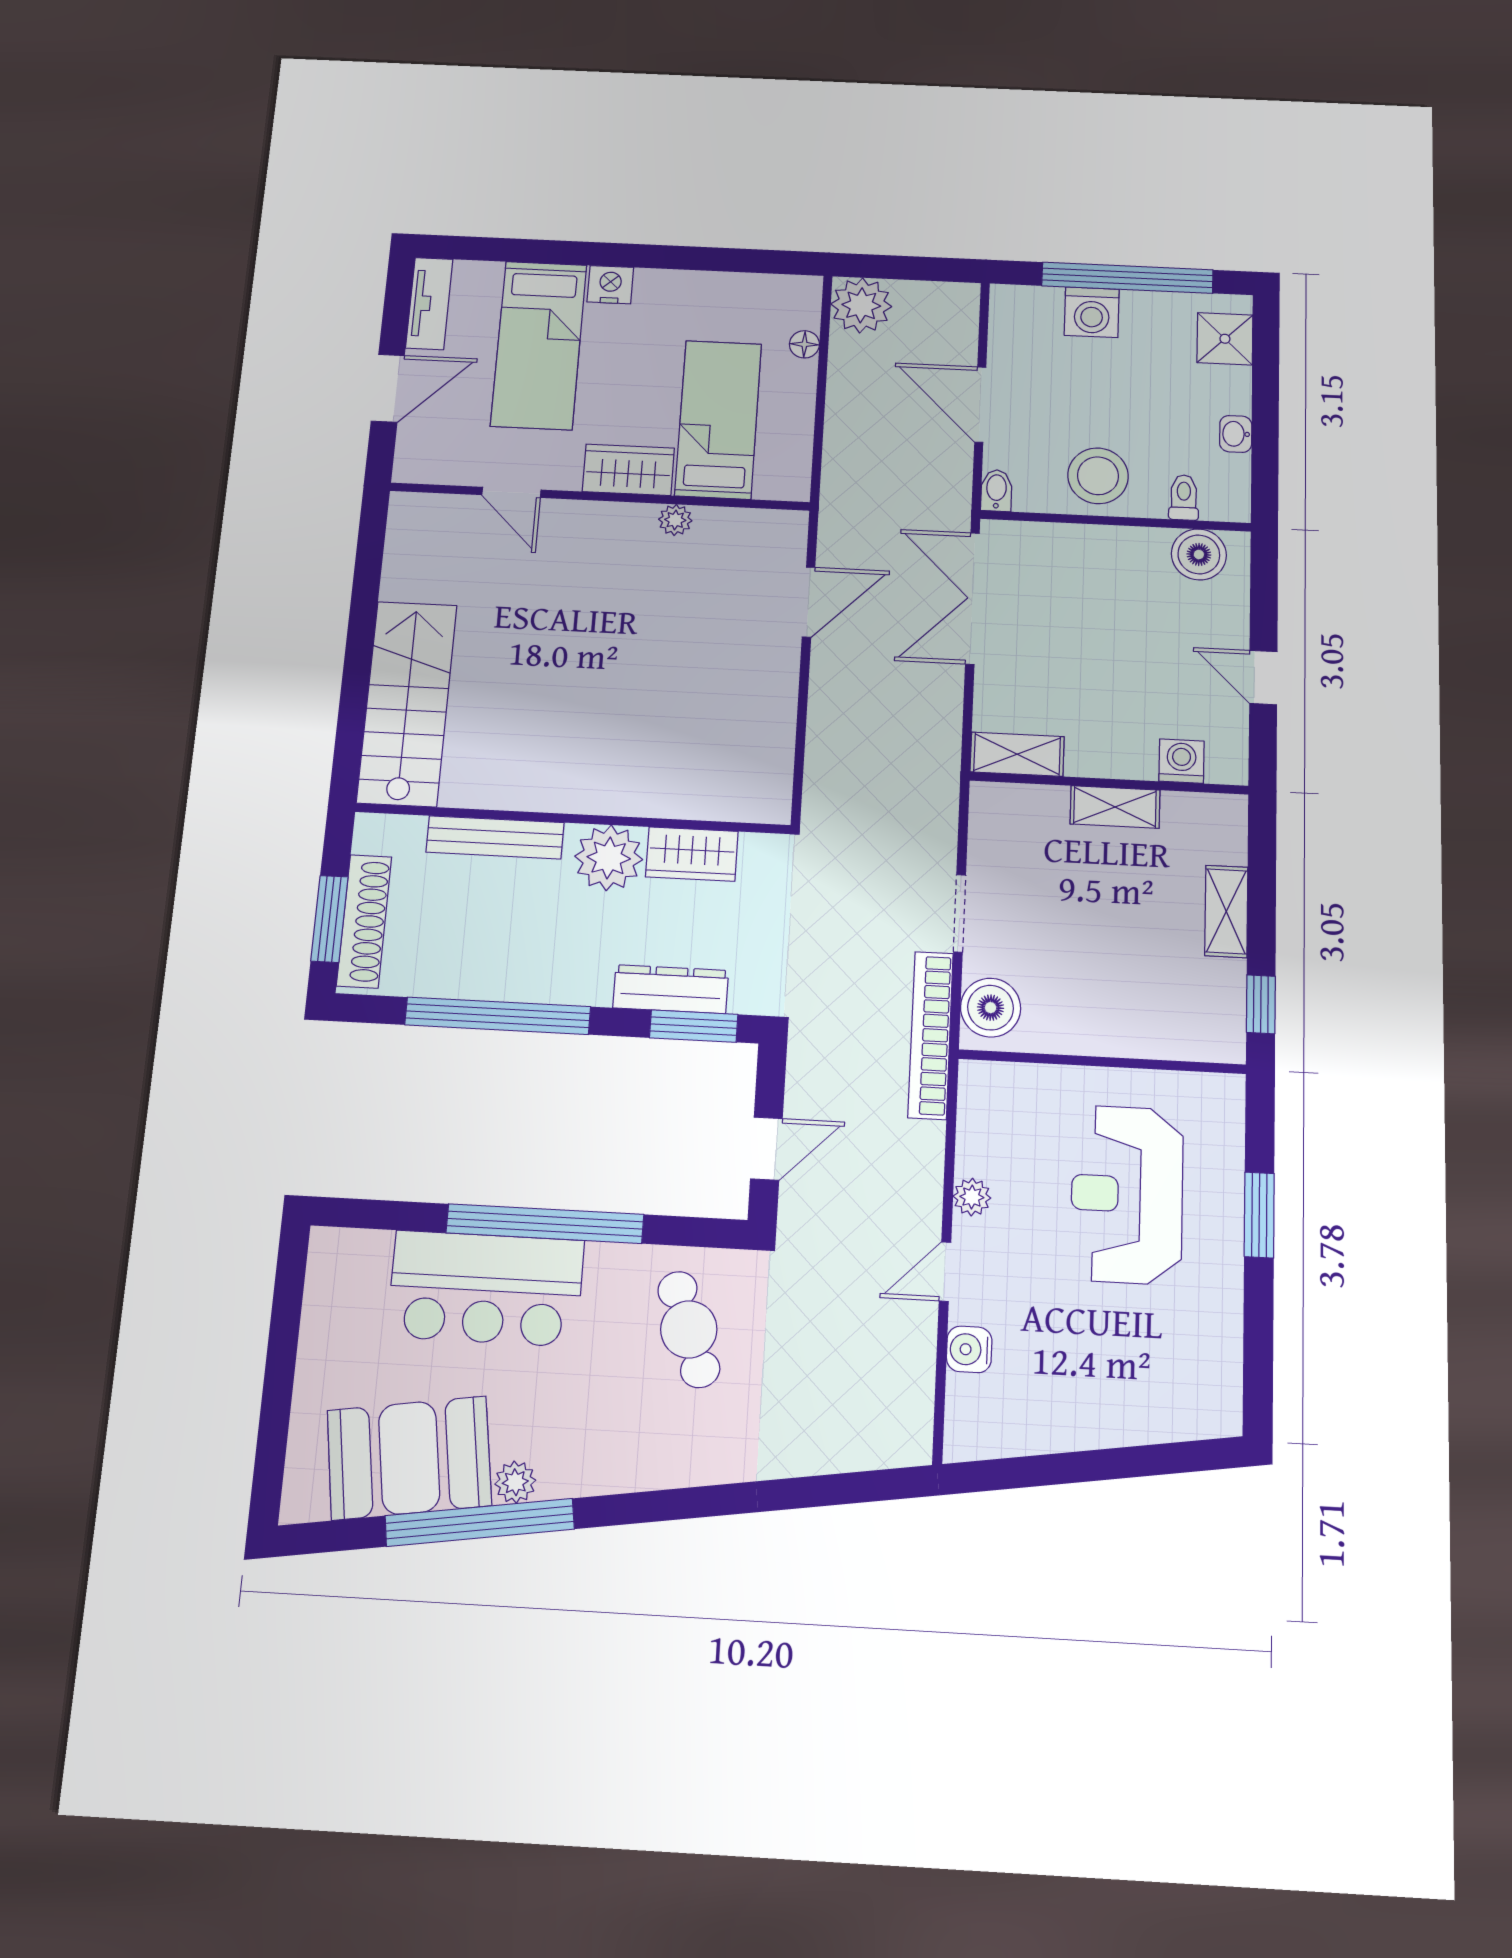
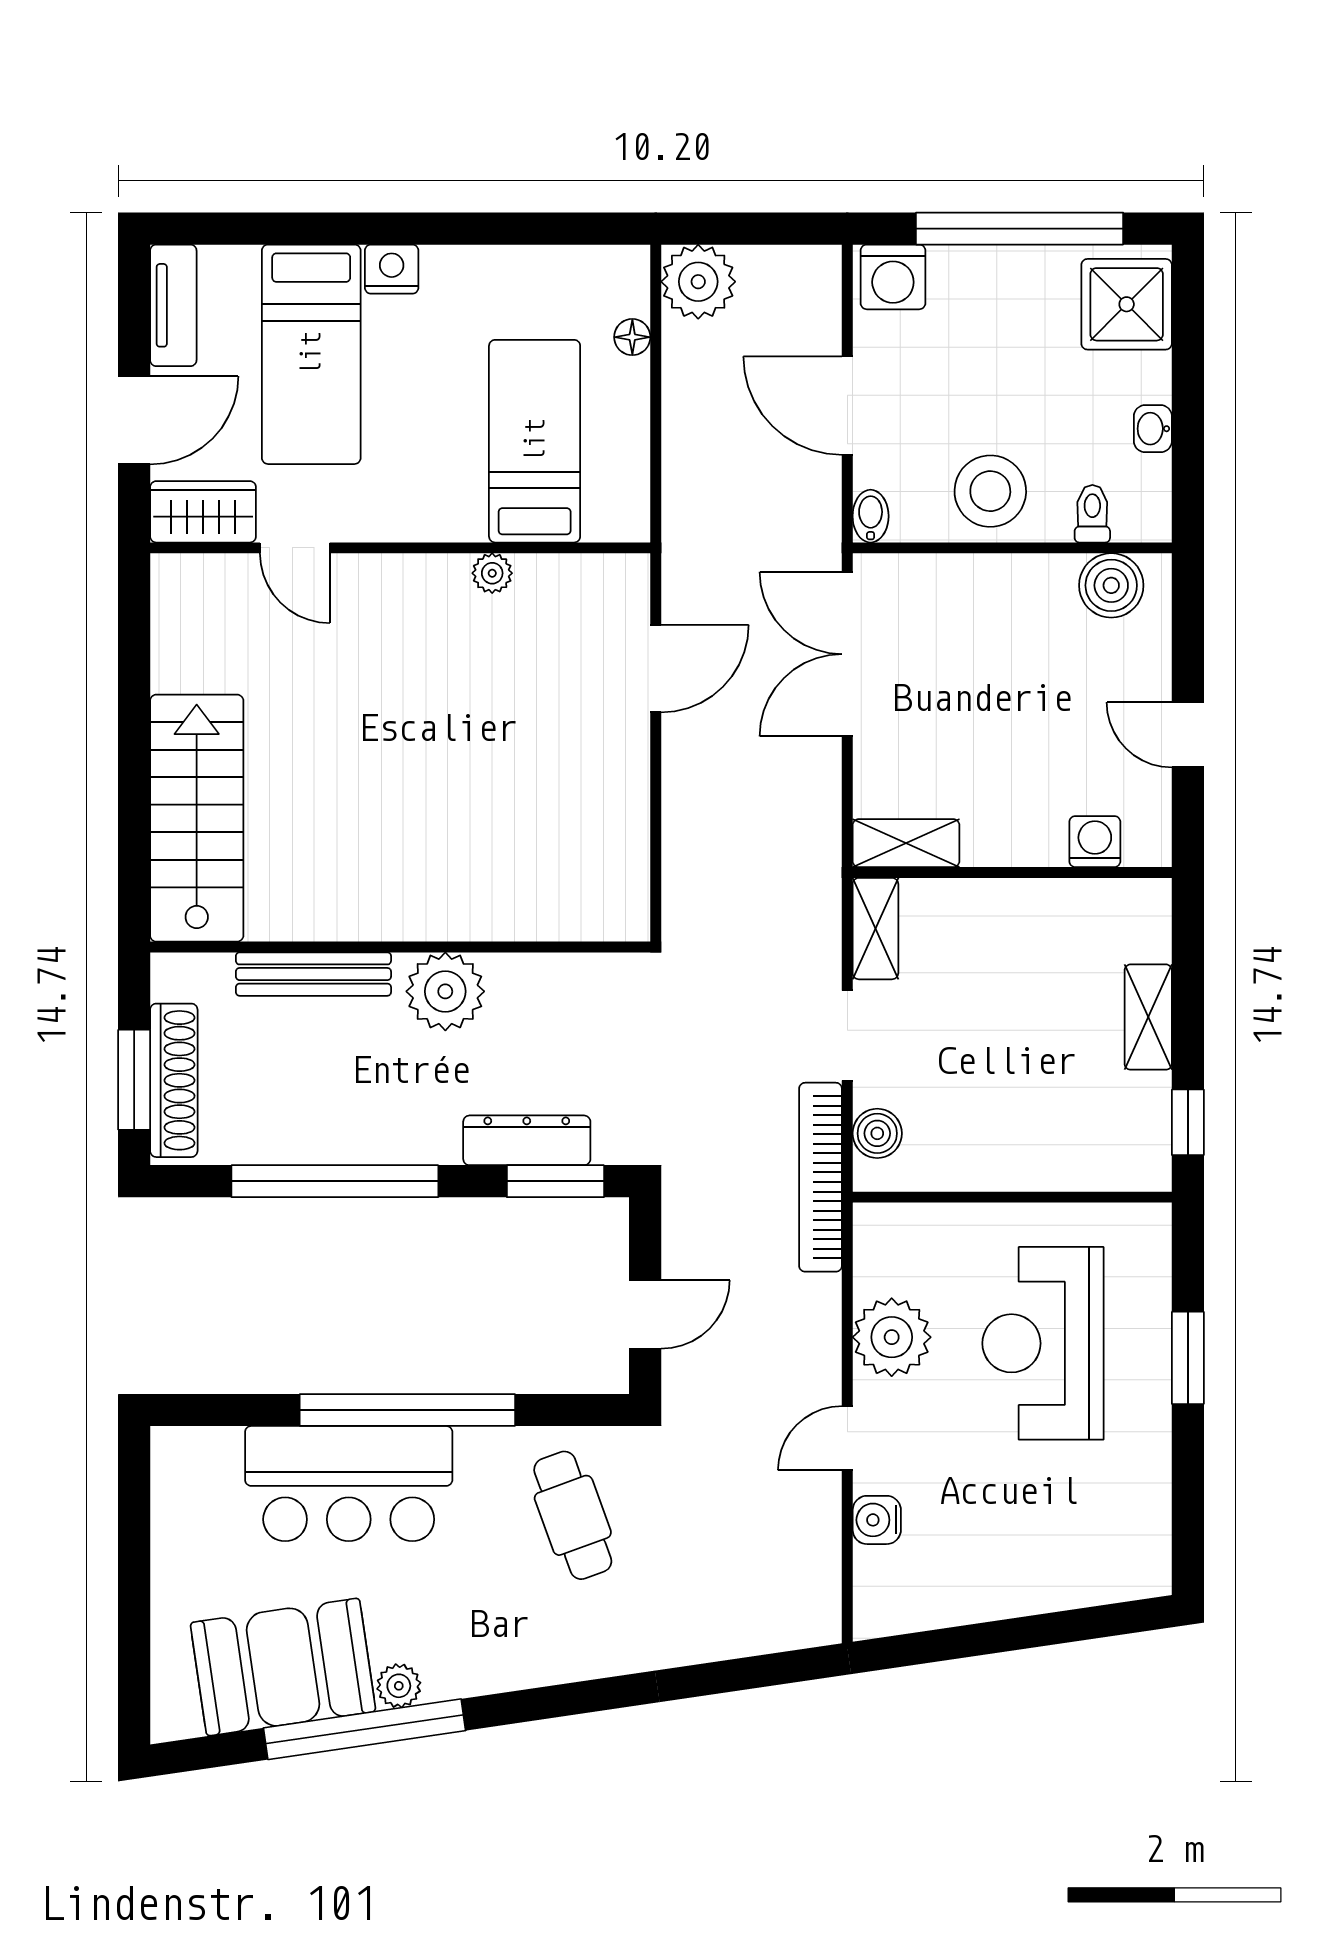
washing machine: (1092, 312) -> (893, 277), moved
shower: (1225, 339) -> (1127, 304), width x1.36, depth x1.36
wardrobe: (628, 470) -> (203, 512), moved
shelving: (1115, 807) -> (875, 929), moved, turned 90
wardrobe: (692, 854) -> (540, 982), removed
boiler: (991, 1008) -> (877, 1133), width x0.73, depth x0.73
plant: (972, 1197) -> (892, 1337), width x1.88, depth x1.88

